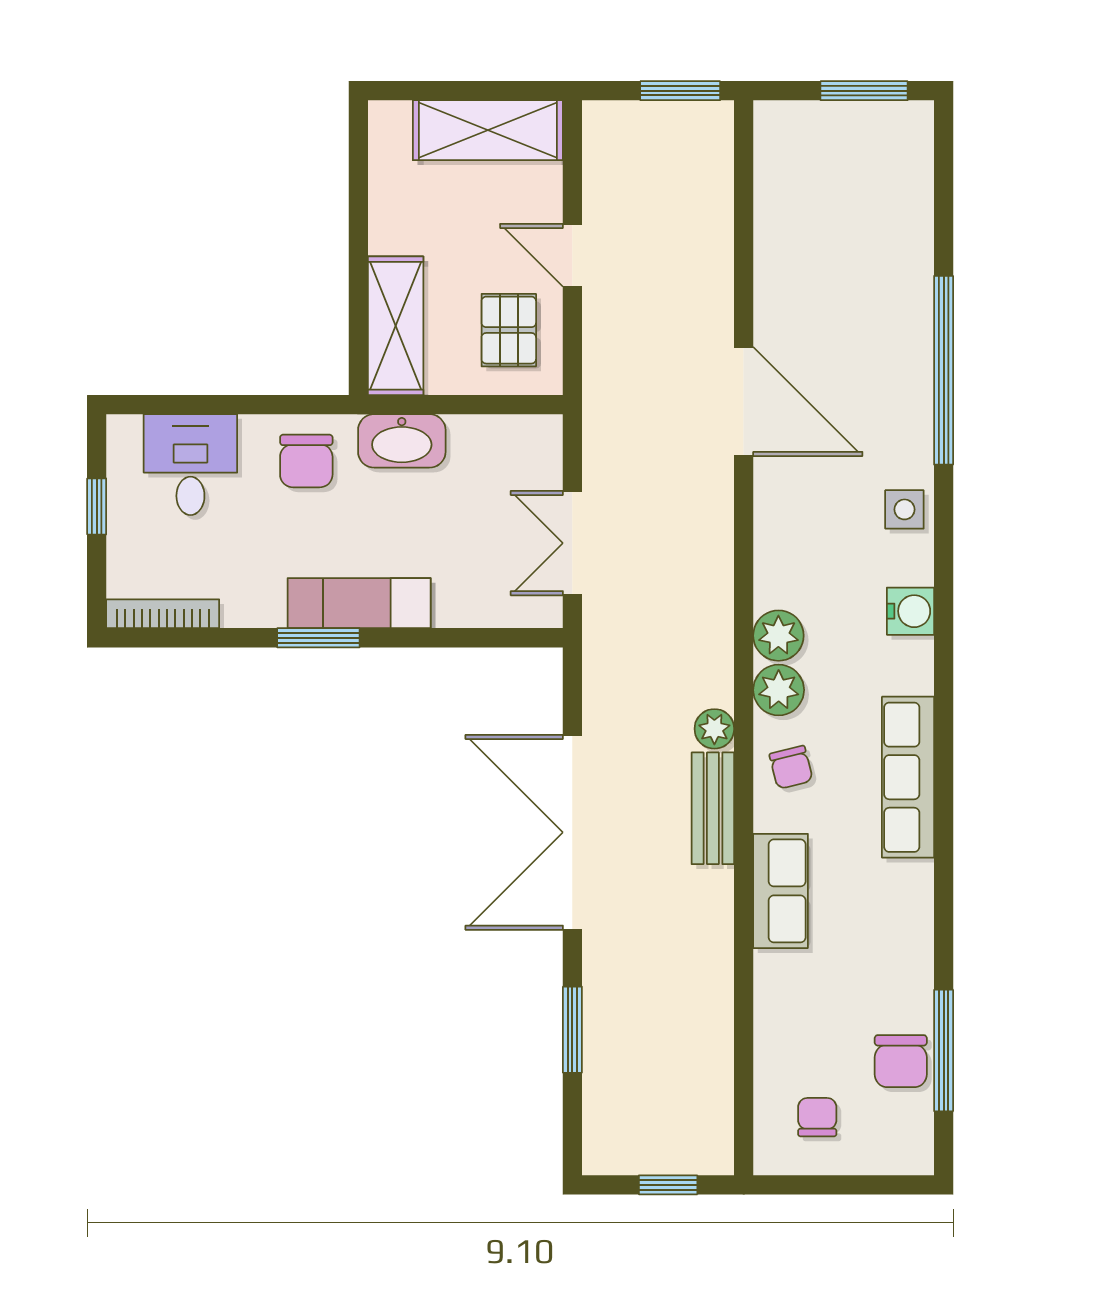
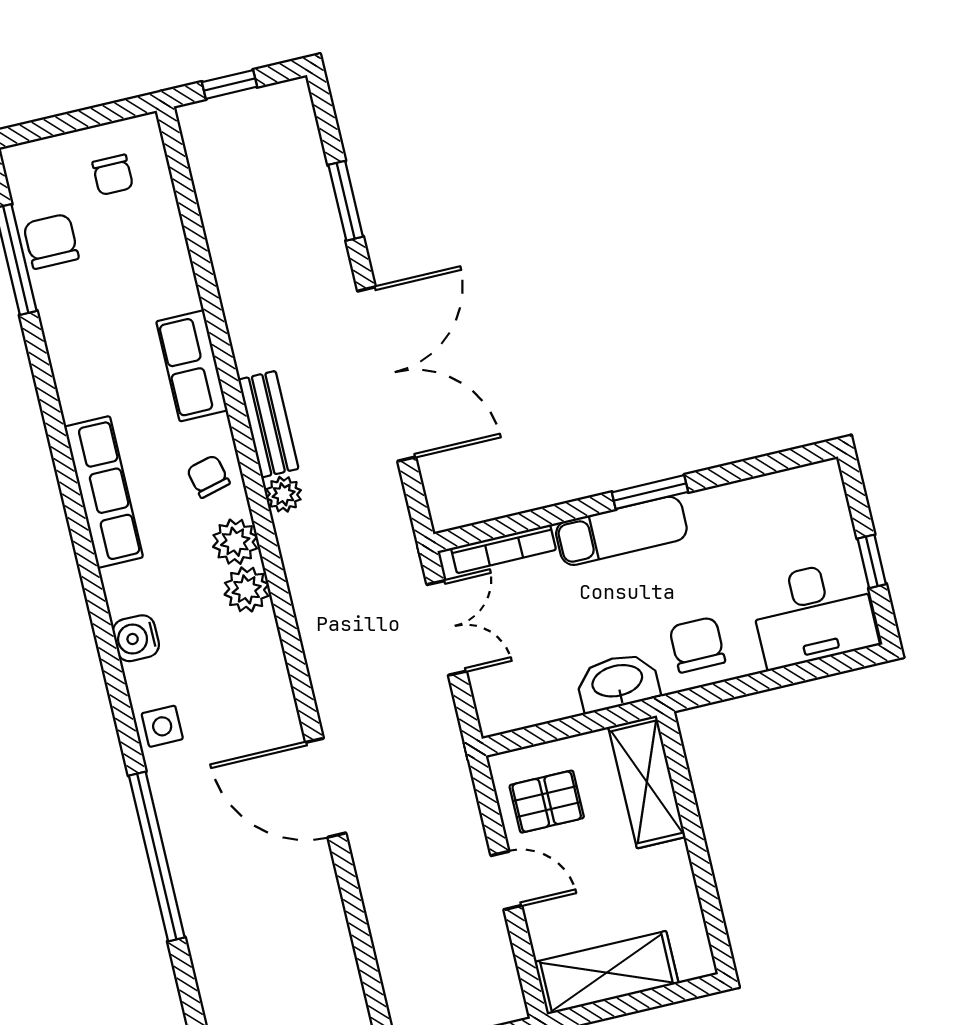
pallet: (509, 330) -> (547, 802), turned 90
desk: (190, 465) -> (813, 614), width x1.37
bookcase: (163, 614) -> (503, 549), moved

